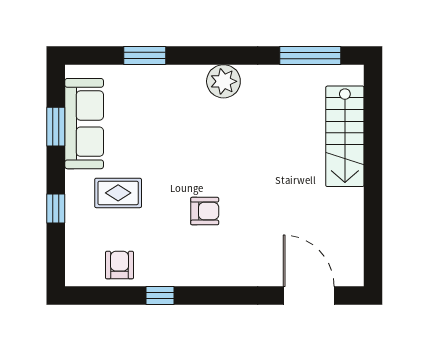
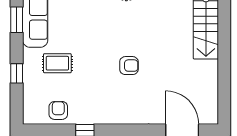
armchair: (205, 211) -> (129, 66), moved

